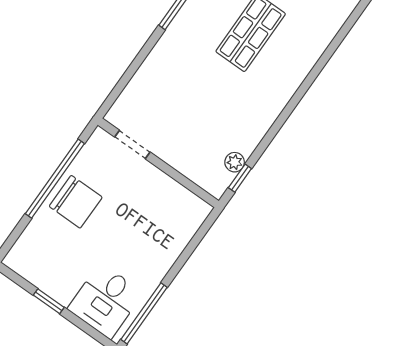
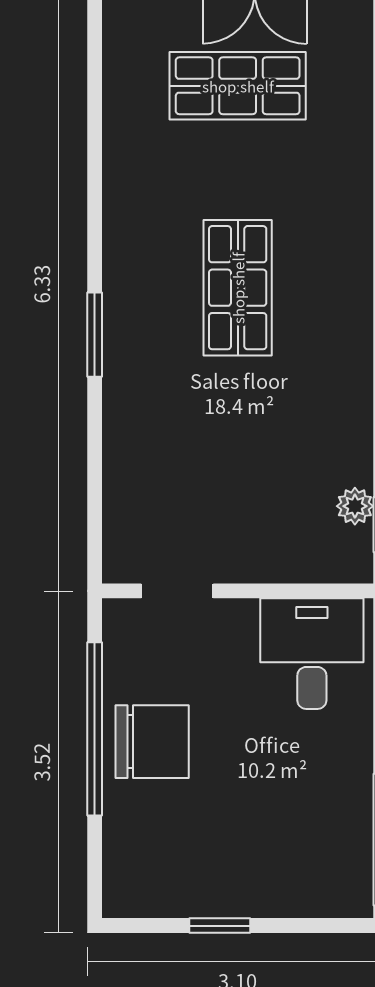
desk: (105, 301) -> (312, 654), moved, turned 180

